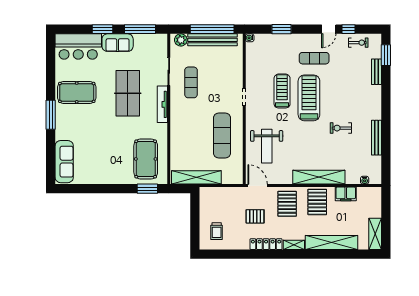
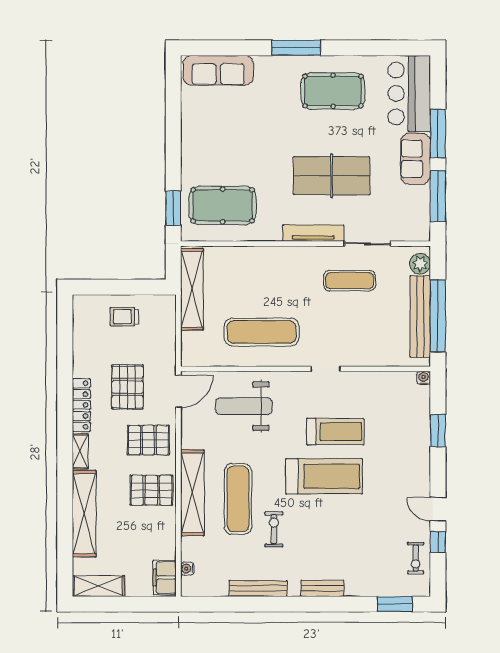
window: (102, 29) -> (438, 134), width x1.44
exercise mat: (314, 58) -> (238, 499), moved, width x1.36, depth x1.45
bench: (377, 72) -> (322, 588), moved
pool table: (77, 92) -> (333, 91), turned 90
filing cabinet: (346, 194) -> (165, 578), moved
pallet: (255, 216) -> (127, 387), width x1.50, depth x1.42
trolley: (217, 231) -> (124, 317), moved

